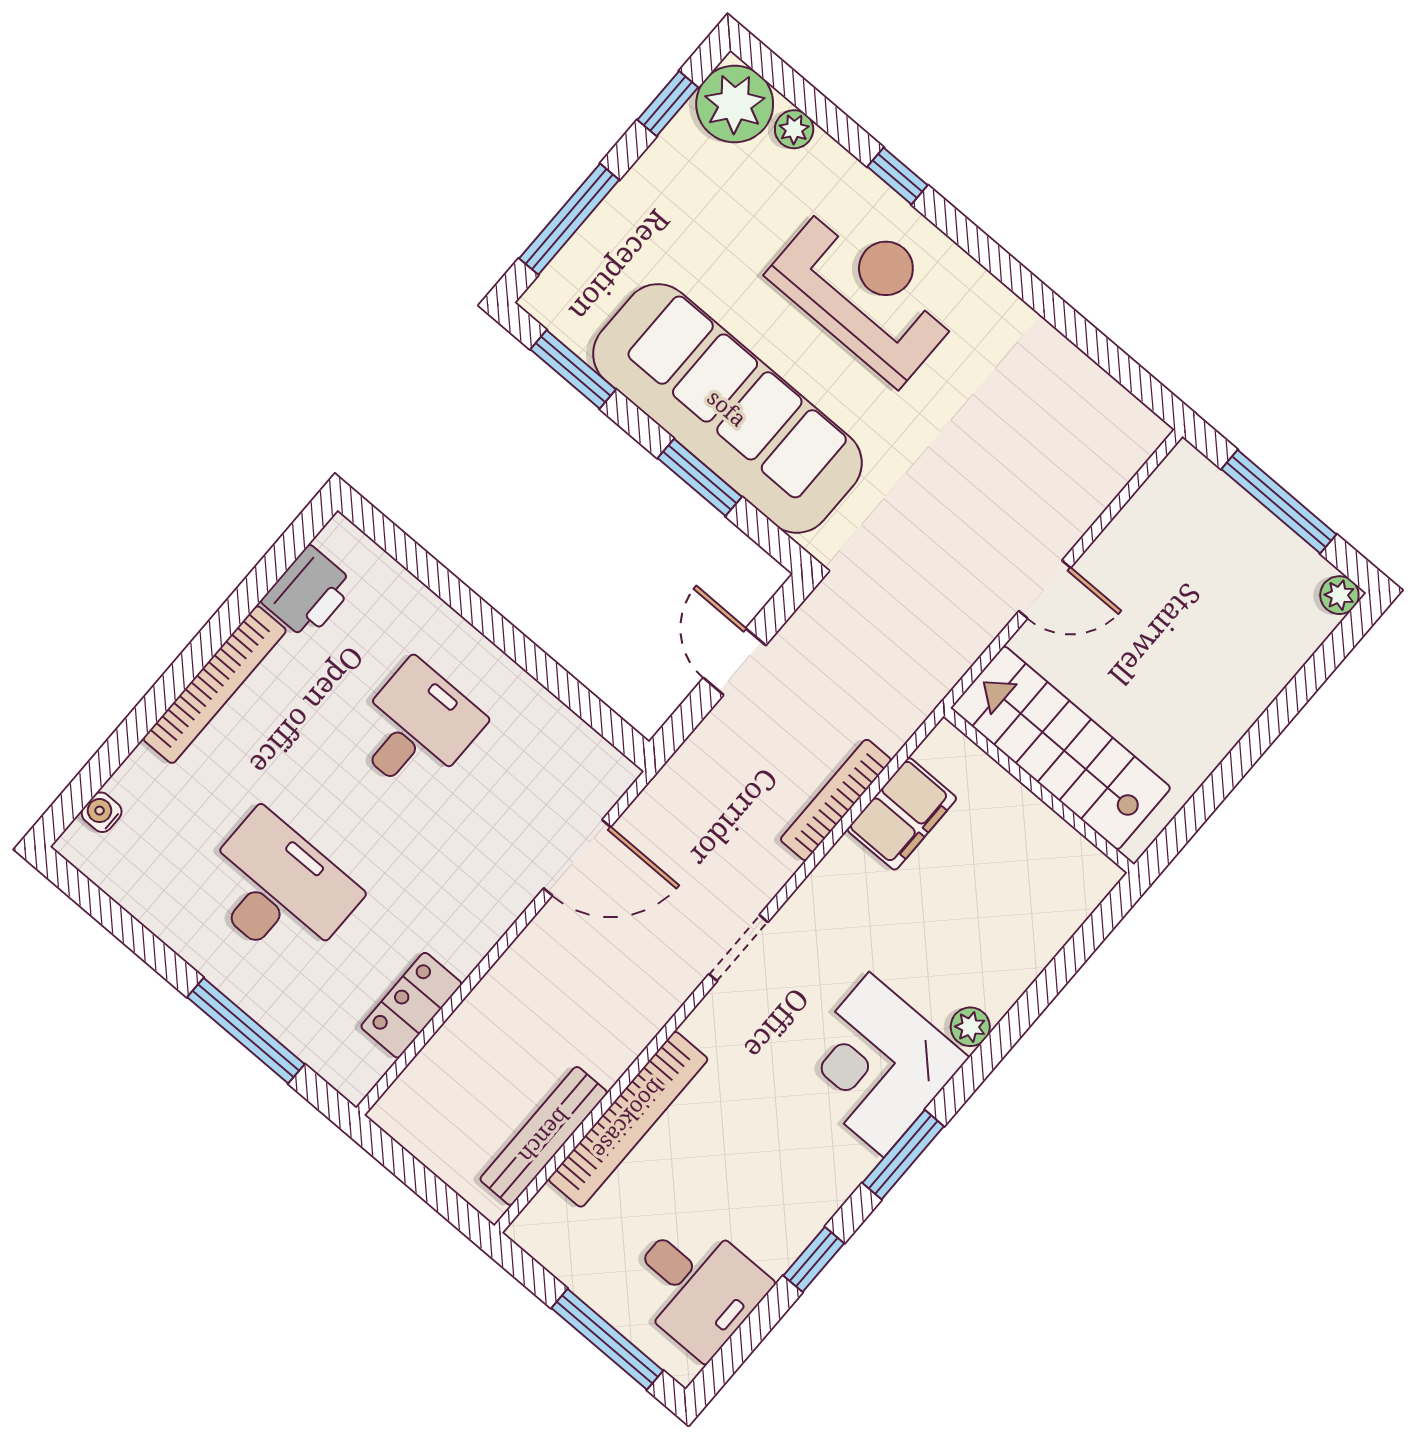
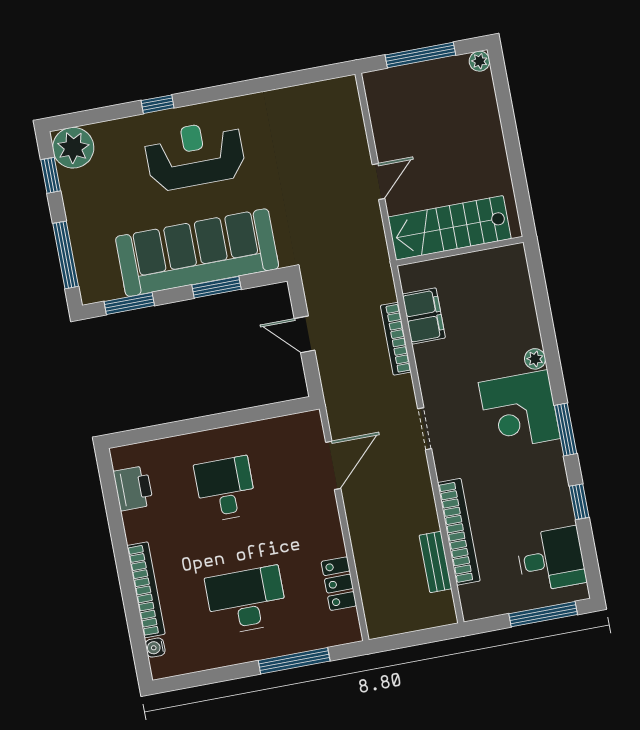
plant: (794, 129) -> (104, 132), removed
bookcase: (215, 685) -> (146, 590), moved
bench: (544, 1136) -> (435, 562), width x0.73

